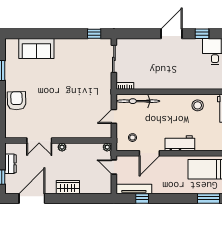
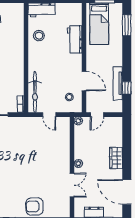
workbench: (180, 143) -> (75, 39), moved
tv unit: (134, 189) -> (118, 83), moved

